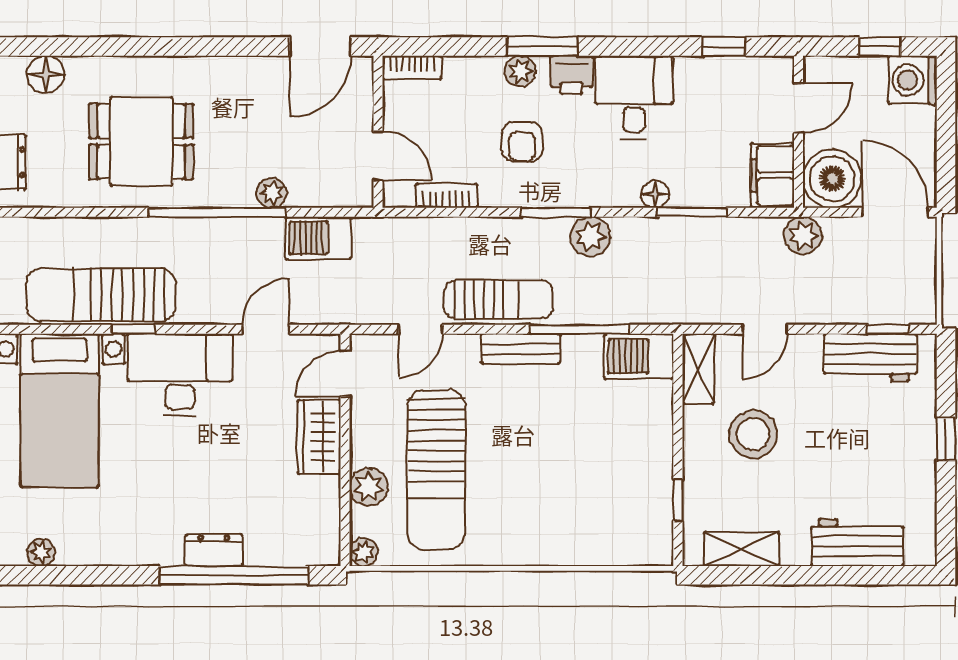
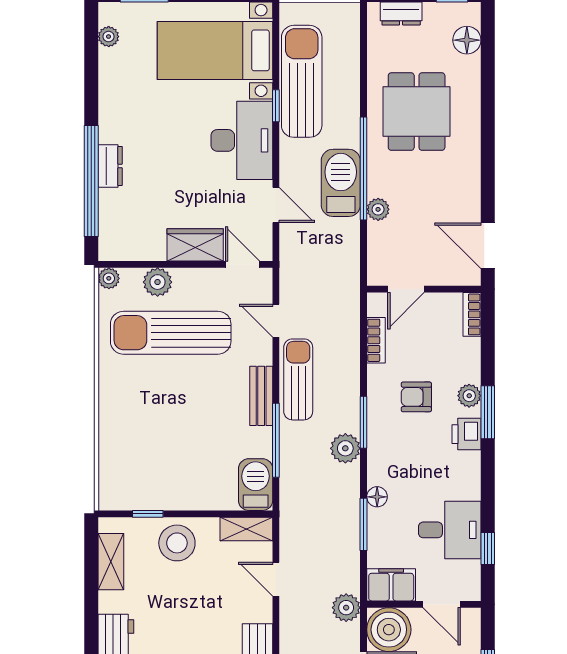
desk: (634, 97) -> (450, 530), moved
barbecue: (318, 238) -> (341, 183), moved, width x1.37, depth x1.21
sun lounger: (499, 299) -> (298, 379), turned 180
stool: (753, 434) -> (177, 543), moved

